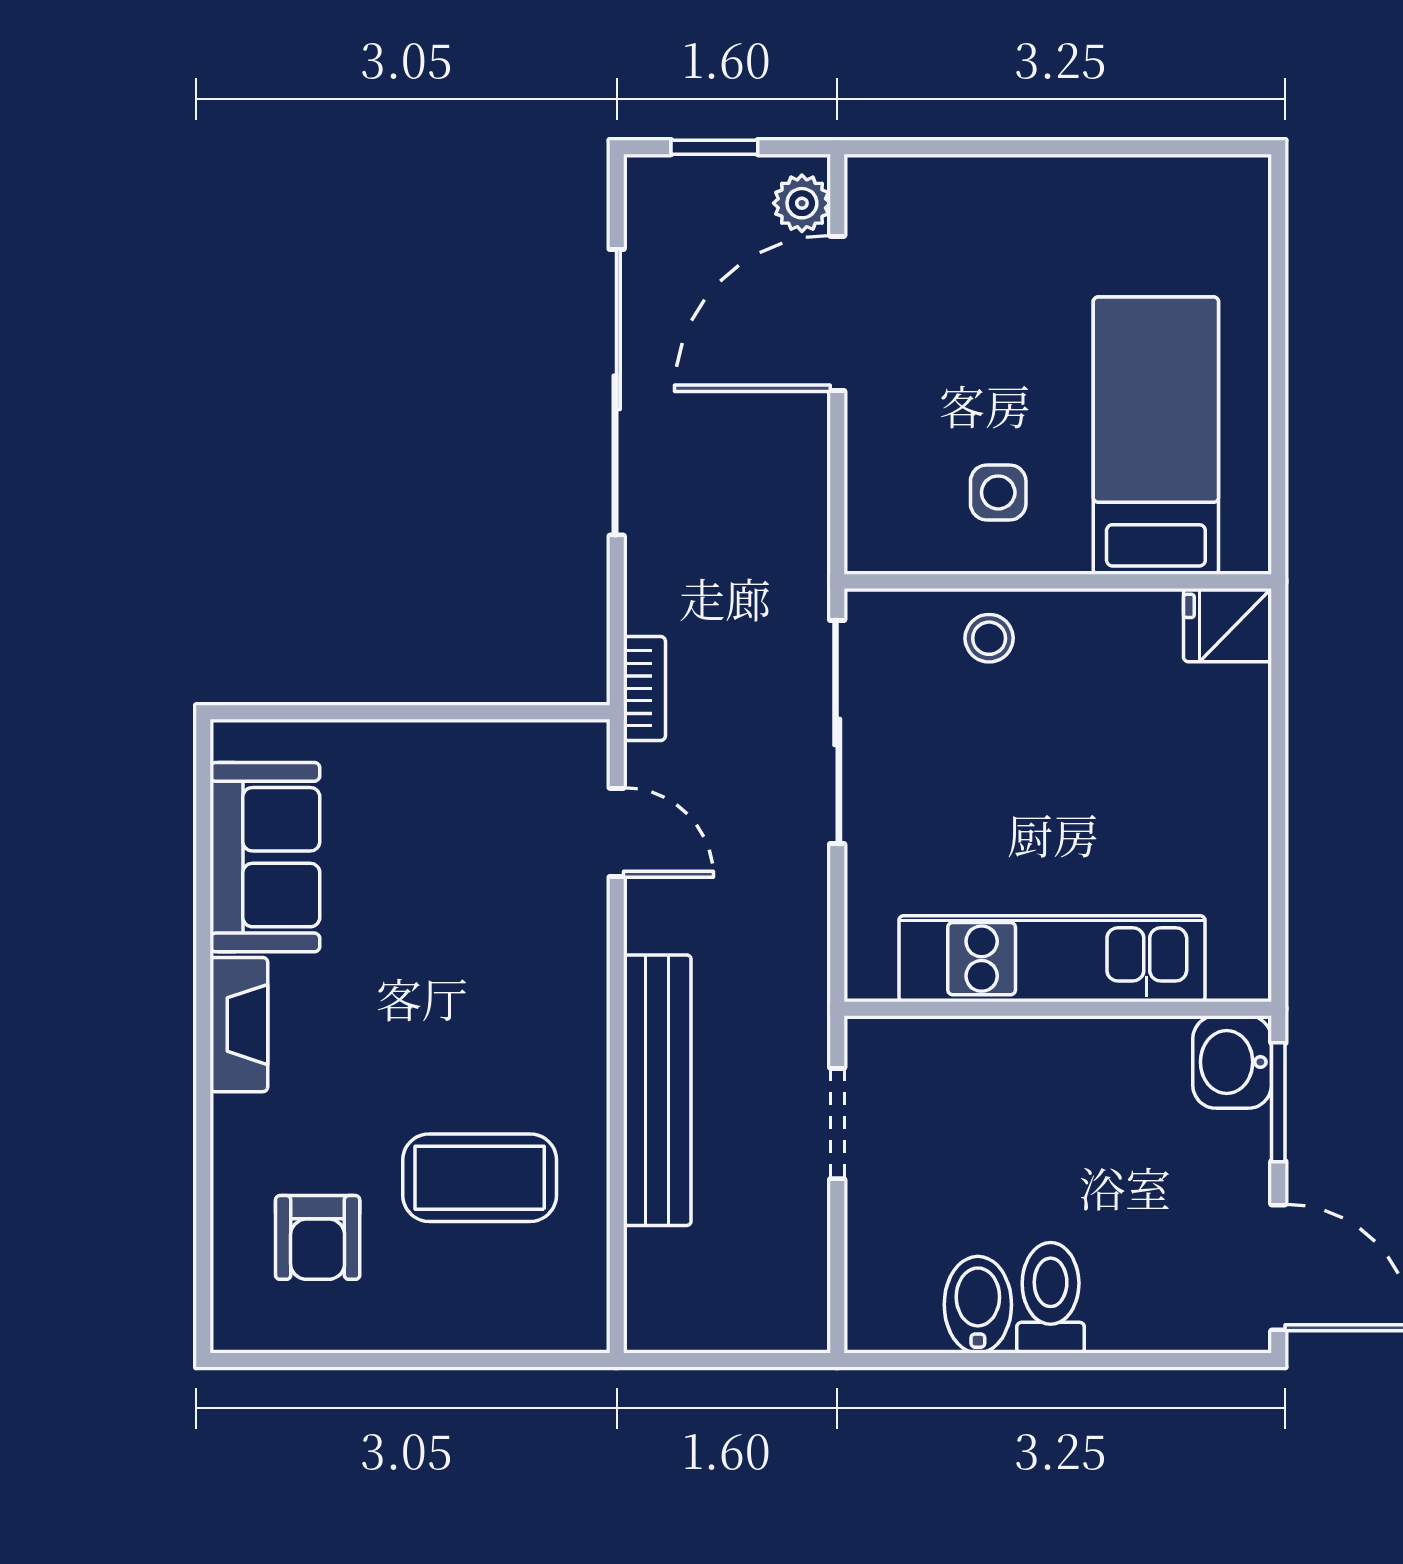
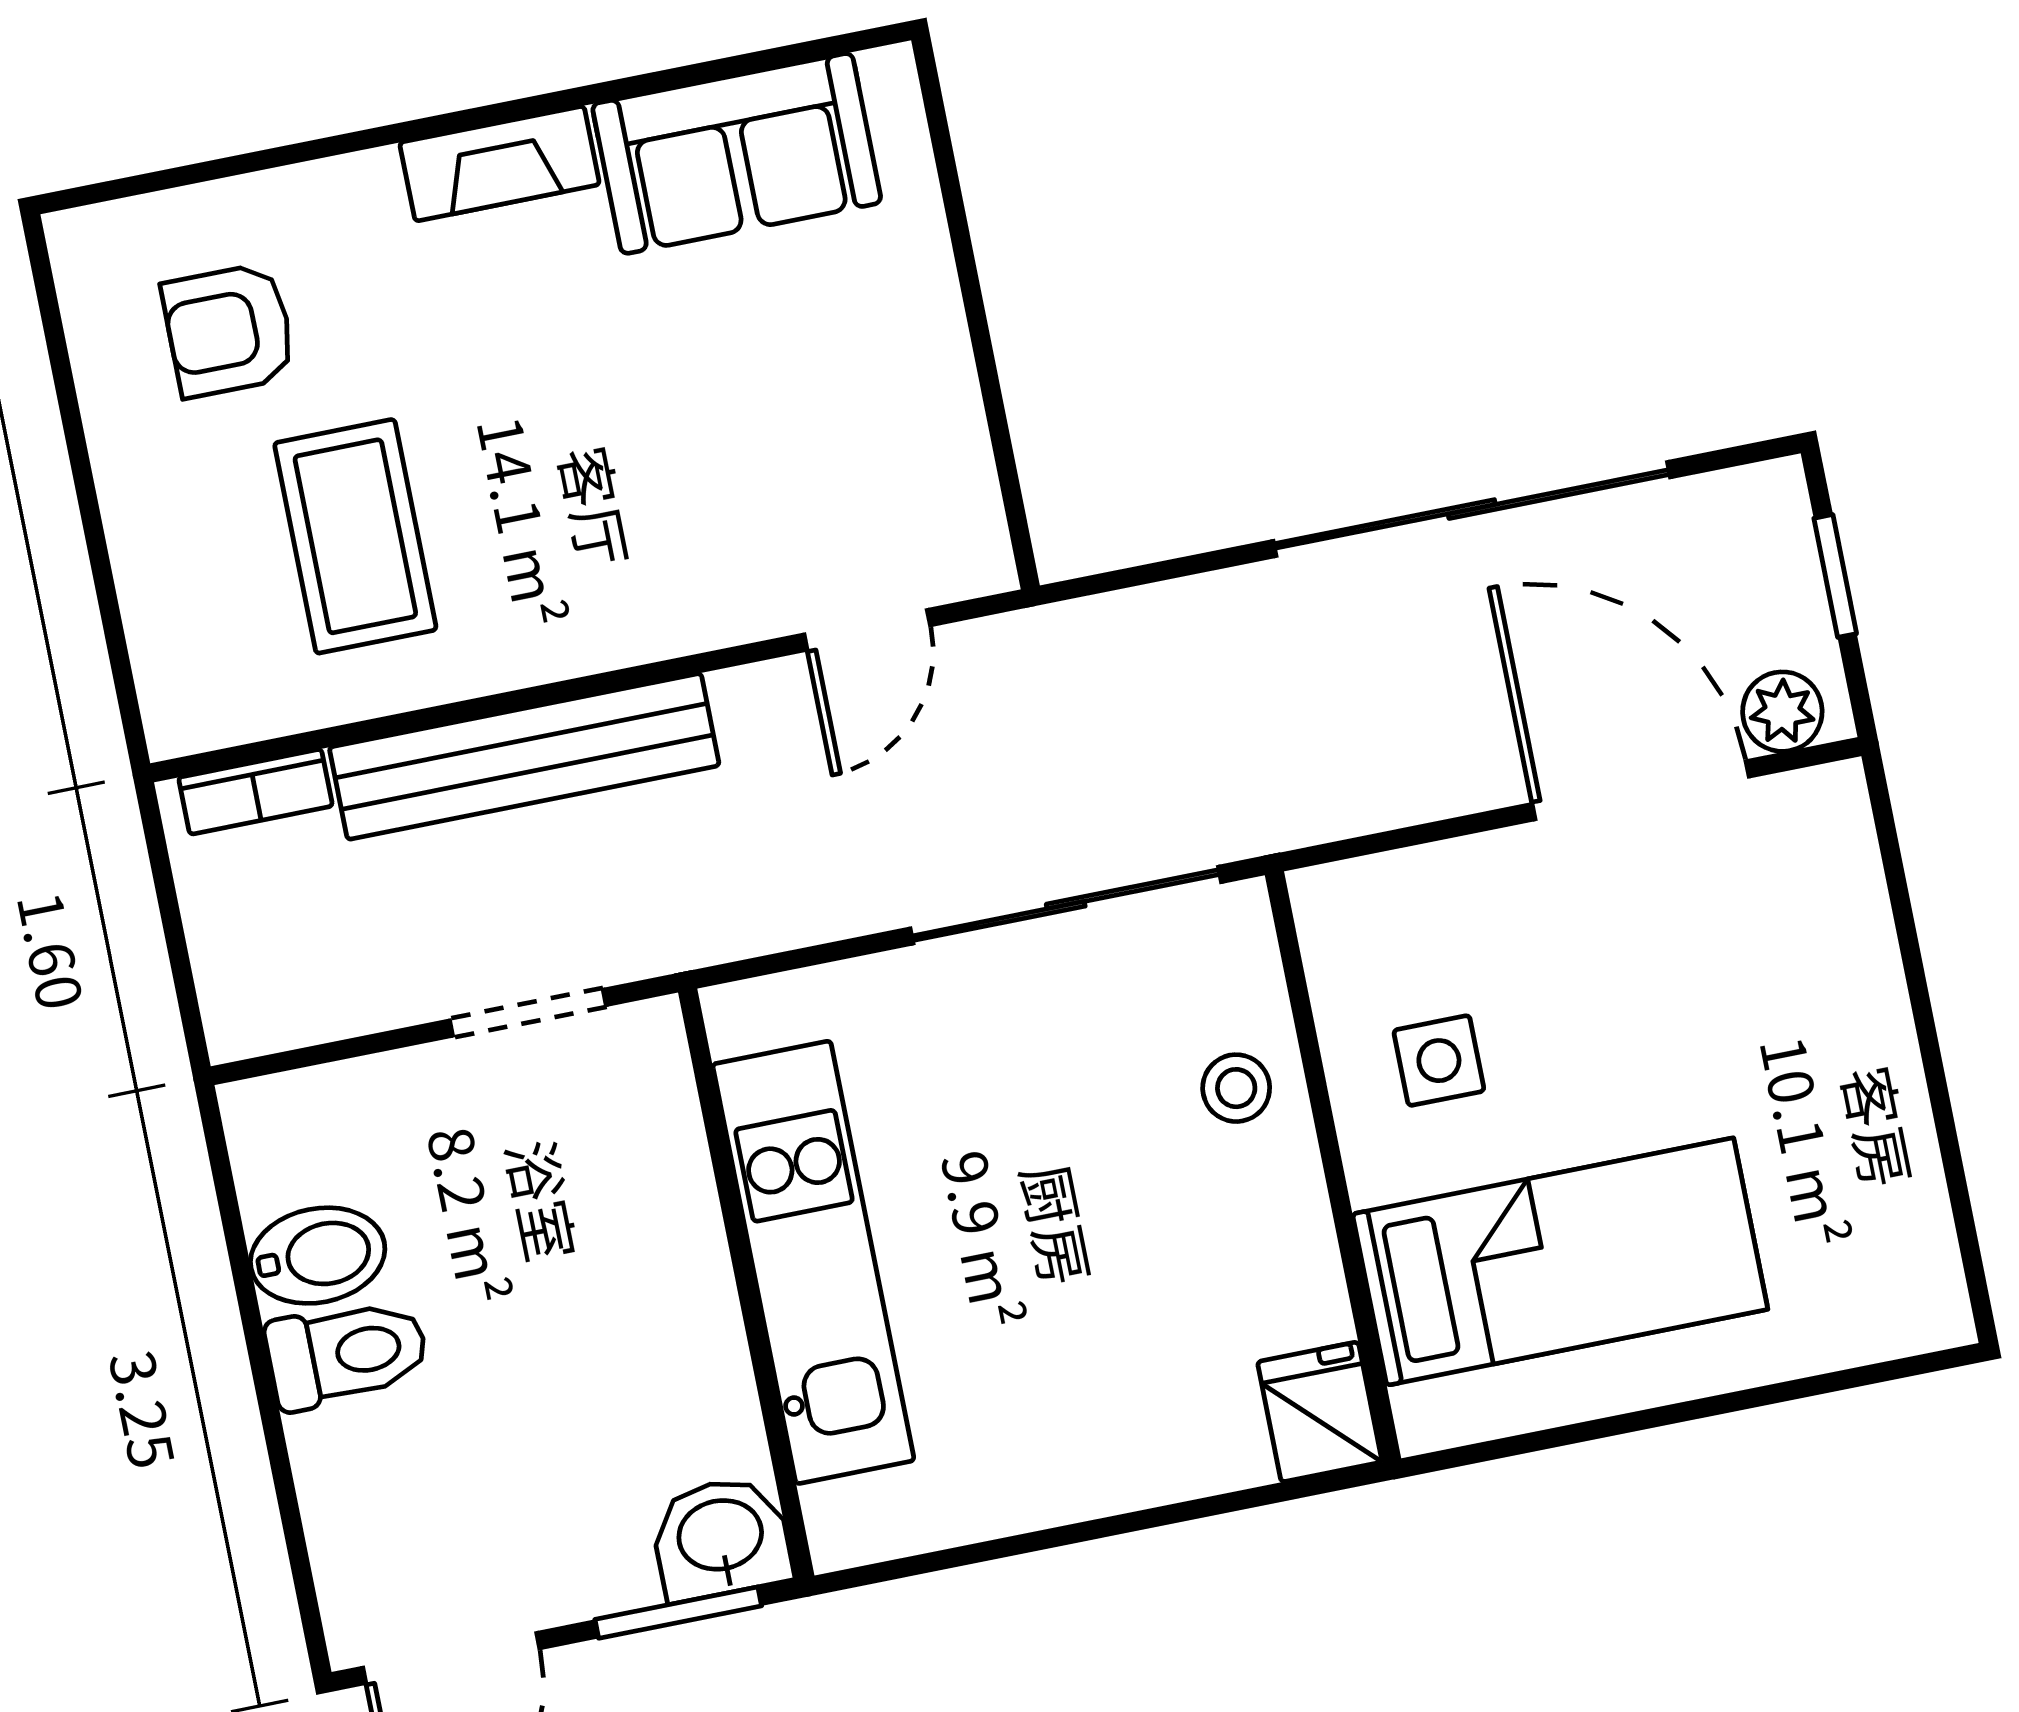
bookcase: (644, 688) -> (256, 792), moved

